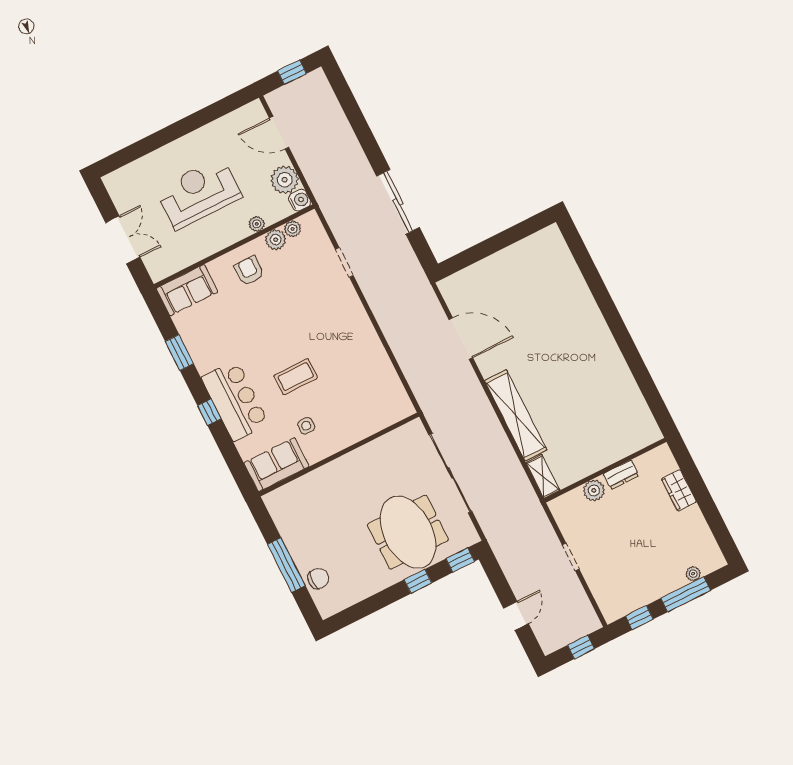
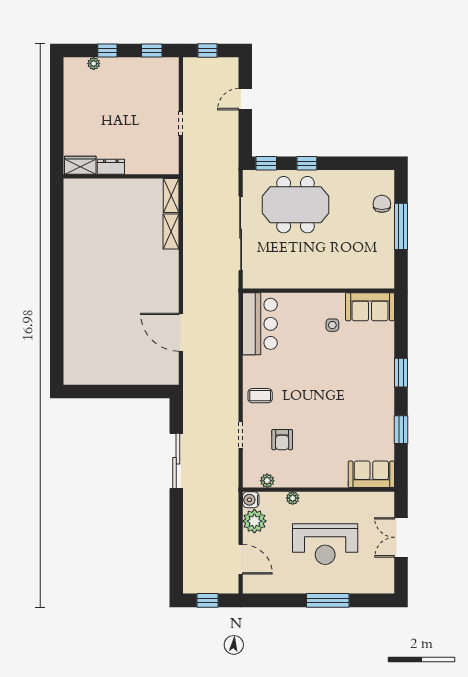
window: (166, 135) -> (328, 600), added
plant: (276, 240) -> (284, 479), removed
armchair: (249, 271) -> (282, 440), moved
coffee table: (296, 377) -> (260, 396), moved, width x0.73, depth x0.77
bar counter: (235, 401) -> (260, 324), moved, turned 180
window: (209, 412) -> (401, 373), width x1.50
shelving: (516, 415) -> (171, 231), width x0.45, depth x0.75
plant: (594, 490) -> (138, 165), removed
wardrobe: (679, 490) -> (80, 165), moved, turned -90
meeting table: (408, 532) -> (296, 205), turned 90
chair: (318, 579) -> (382, 204), turned 90
window: (686, 594) -> (107, 51), width x0.46

